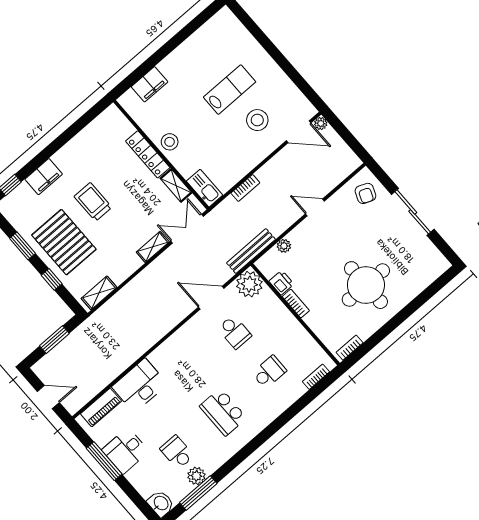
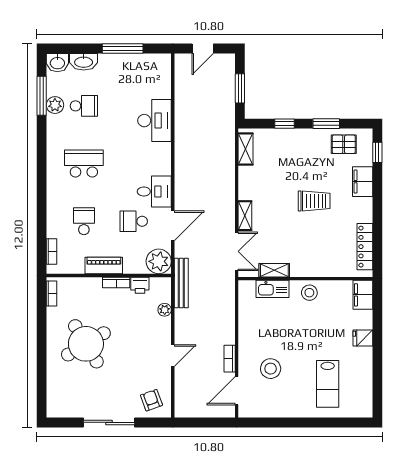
fridge: (169, 67) -> (363, 338), added
filing cabinet: (150, 84) -> (363, 295), moved
lab bench: (230, 90) -> (328, 384), moved
plant: (321, 123) -> (229, 412), removed
locker: (148, 154) -> (365, 247), moved, turned -90
kitchen sink: (205, 188) -> (272, 289), moved
bookcase: (245, 188) -> (230, 359), moved
armchair: (365, 193) -> (151, 400), turned 48
pallet: (64, 242) -> (344, 144), moved, width x0.49, depth x0.50
round table: (366, 285) -> (86, 344), turned -31
school desk: (269, 372) -> (84, 221), turned 180
piano: (101, 407) -> (104, 265), moved, turned 90
desk: (125, 451) -> (154, 192), moved, turned 90
washbasin: (142, 483) -> (84, 62), added

